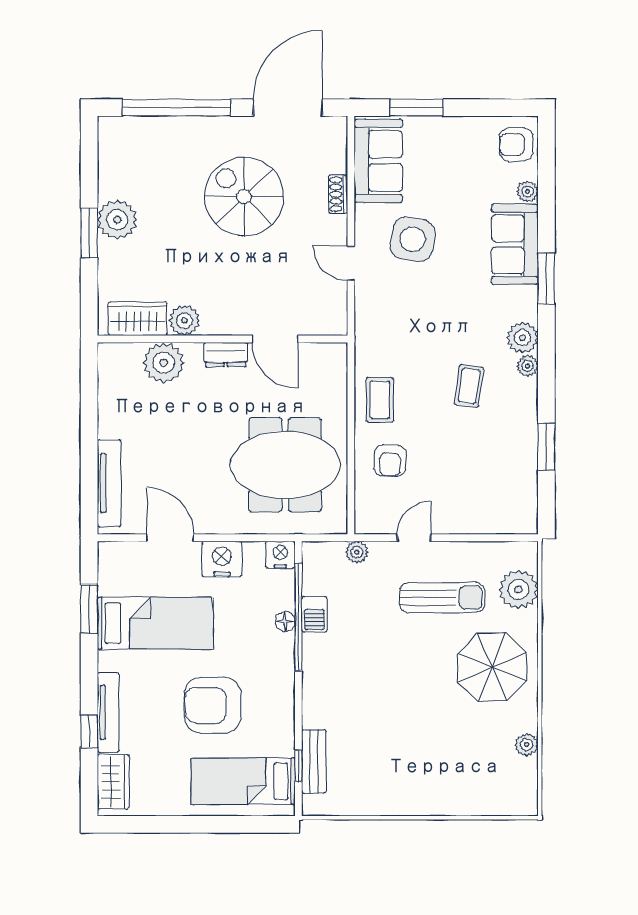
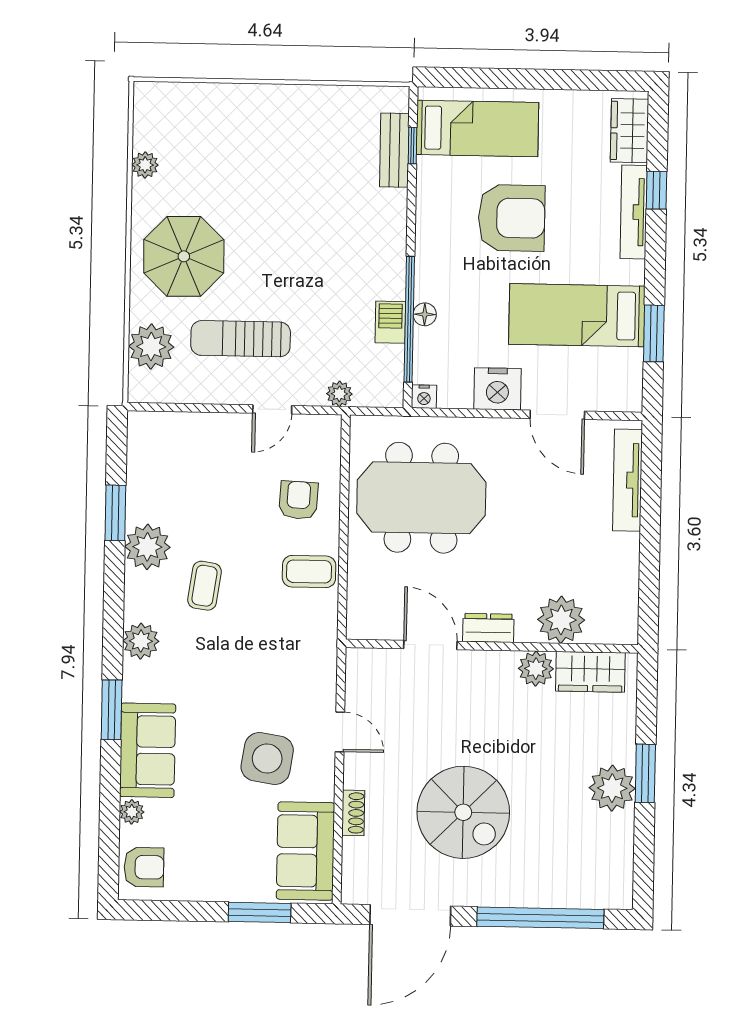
plant: (528, 366) -> (147, 547), moved, width x1.87, depth x1.87
coffee table: (380, 400) -> (309, 572), turned 90
nightstand: (280, 555) -> (424, 397), width x0.72, depth x0.74

